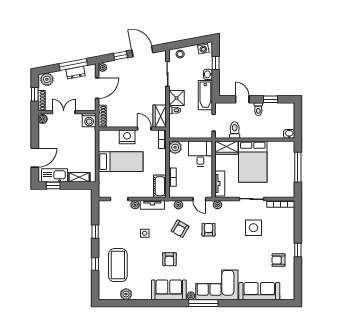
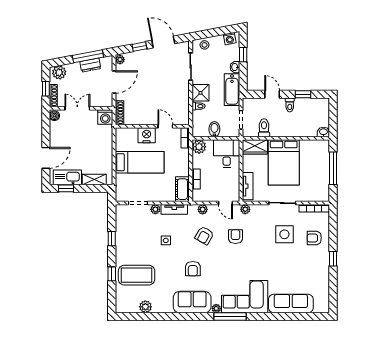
wardrobe: (160, 116) -> (182, 113), removed
bidet: (189, 131) -> (214, 129), added
armchair: (278, 260) -> (314, 238), moved
coffee table: (118, 265) -> (137, 275), turned 90

